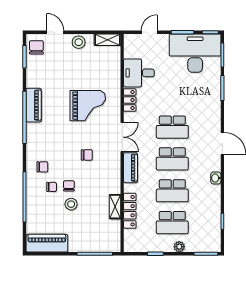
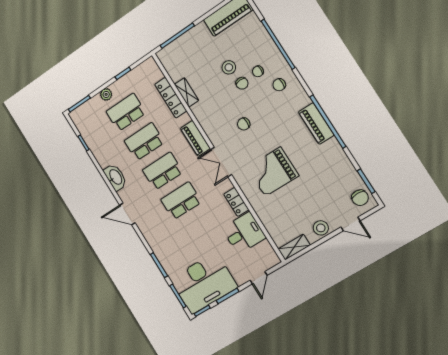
piano: (34, 105) -> (316, 124), moved
washbasin: (216, 178) -> (115, 177), width x1.91, depth x1.45

